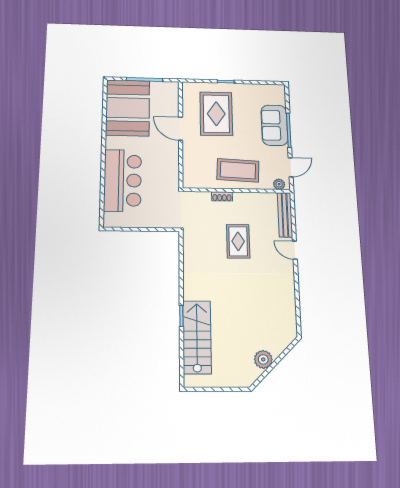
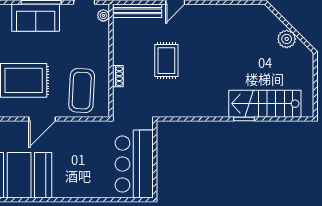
coffee table: (238, 170) -> (82, 91), moved
bar counter: (123, 180) -> (134, 164), moved, turned -90
rug: (238, 241) -> (166, 61), turned 90

